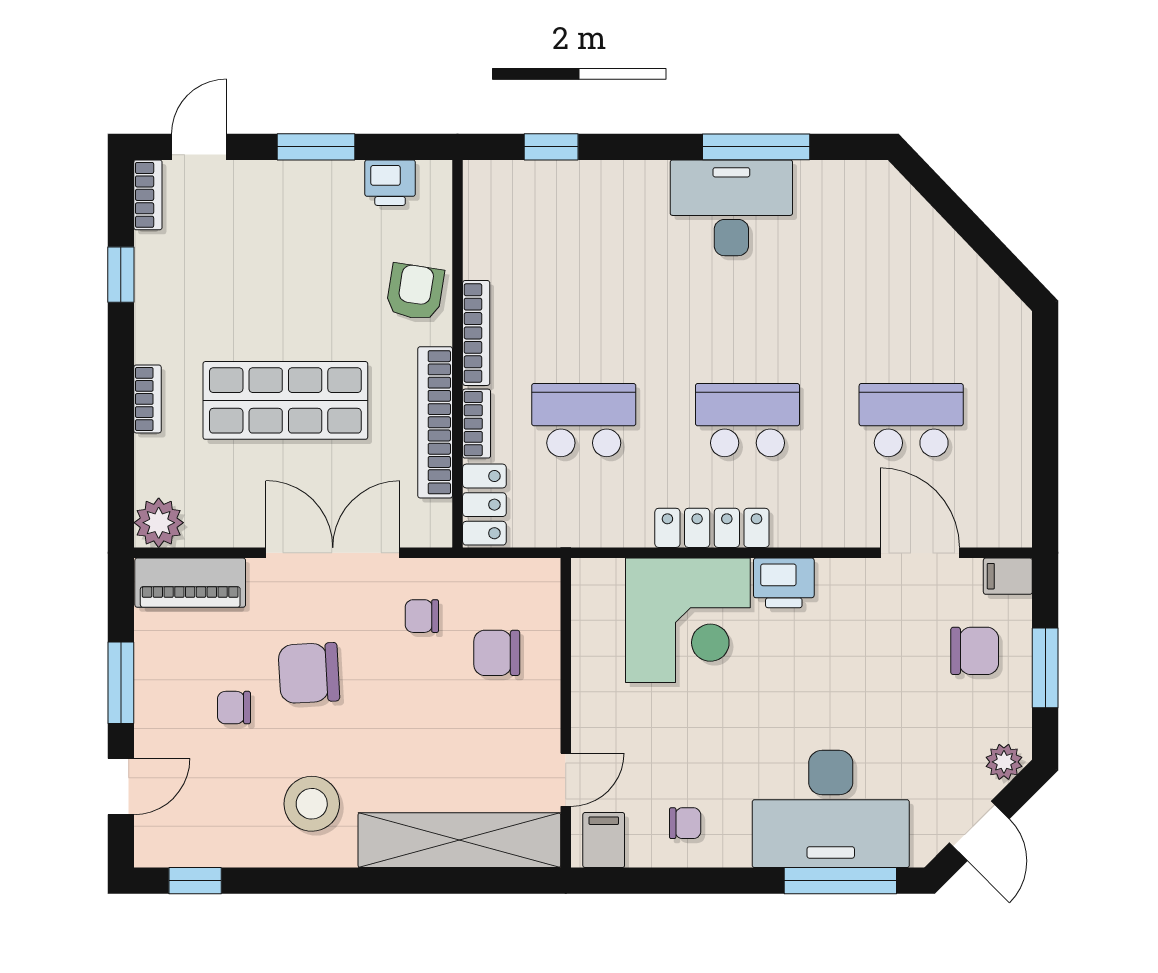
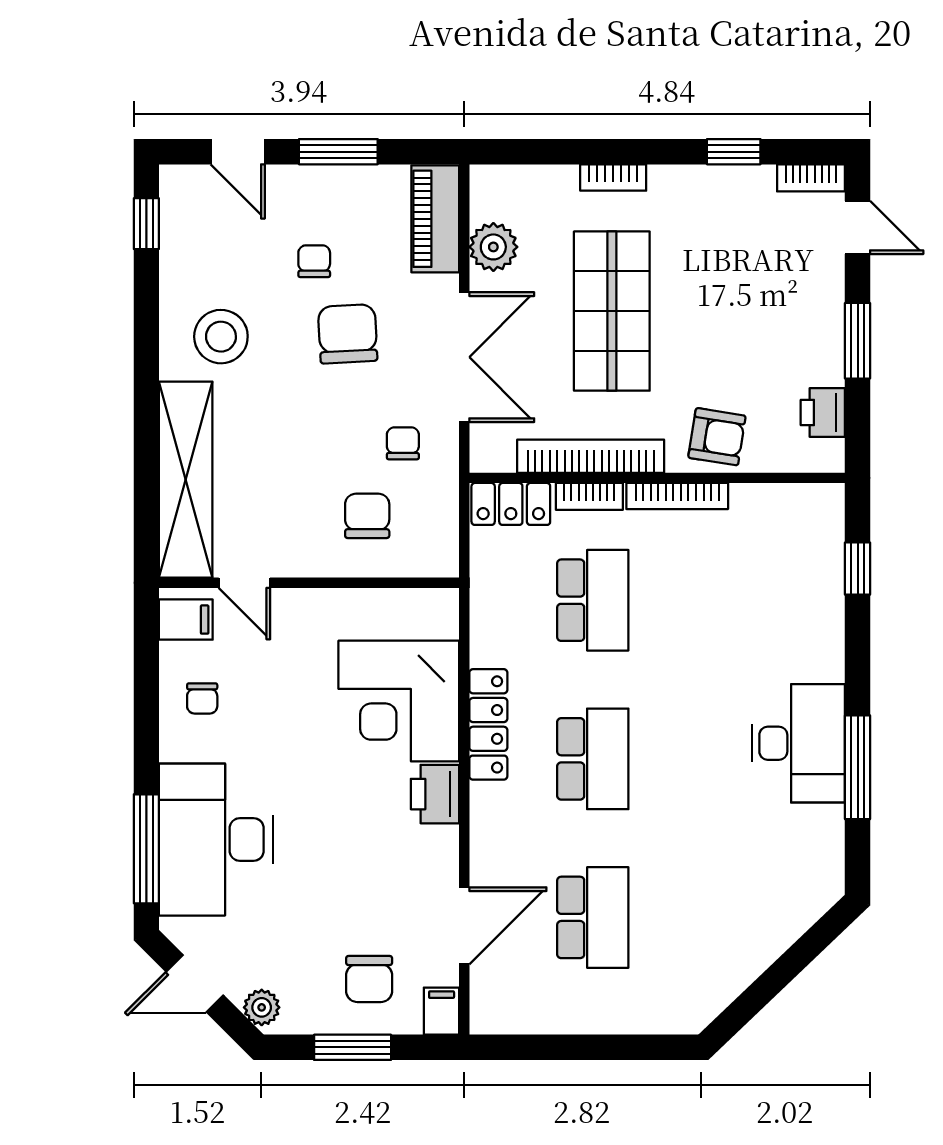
plant: (159, 523) -> (493, 247), moved

